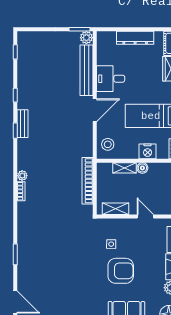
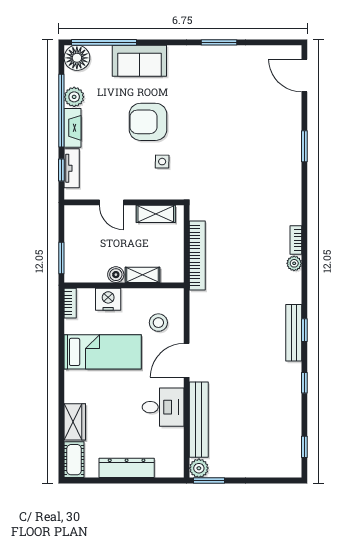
bench: (23, 124) -> (294, 333), width x1.36
stool: (108, 144) -> (158, 323), moved

